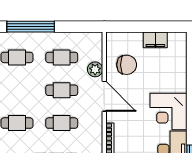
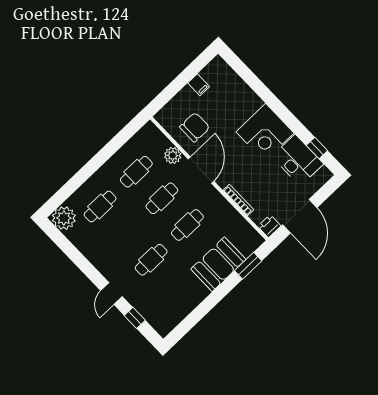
window: (31, 27) -> (87, 171), removed
filing cabinet: (155, 40) -> (199, 85), width x0.50
door: (104, 96) -> (201, 170), hinge flipped

